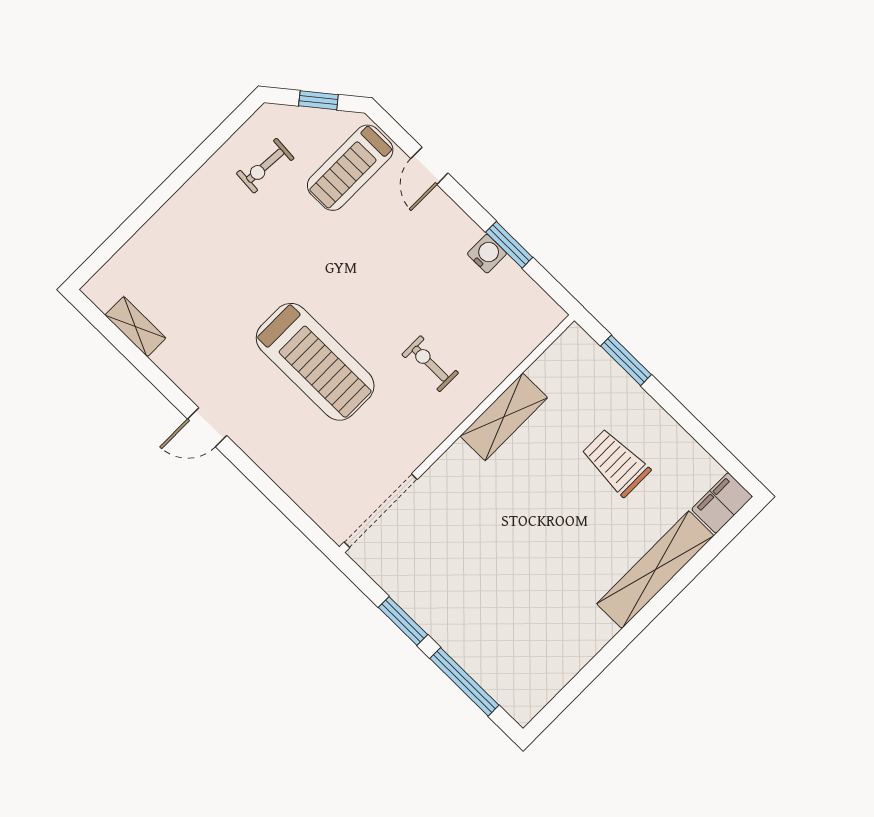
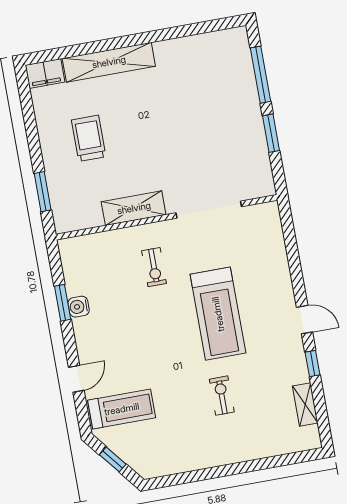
exercise bike: (265, 166) -> (222, 396), moved, turned -94
treadmill: (315, 362) -> (218, 314), turned 180
window: (161, 382) -> (312, 364), added
trolley: (616, 462) -> (89, 138), turned 180
doorway: (381, 511) -> (209, 210), moved

